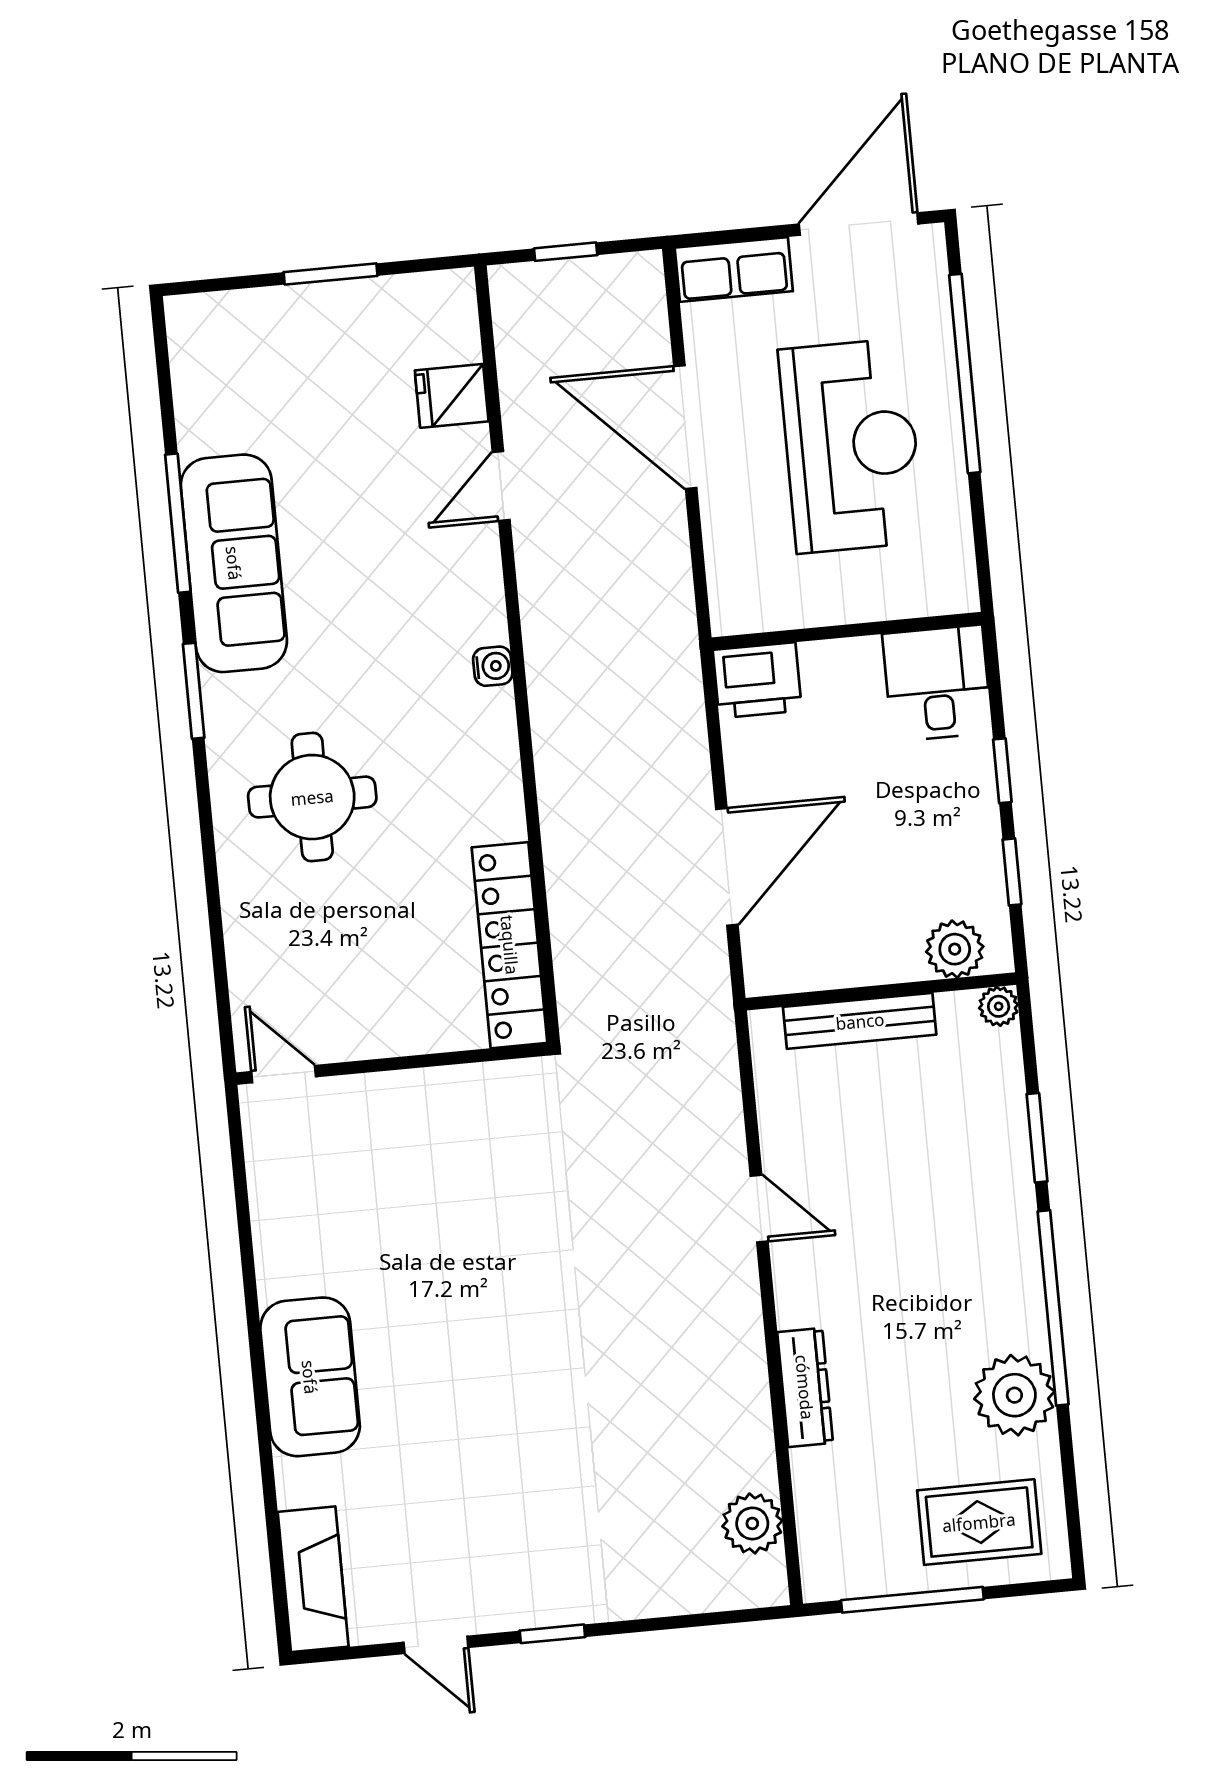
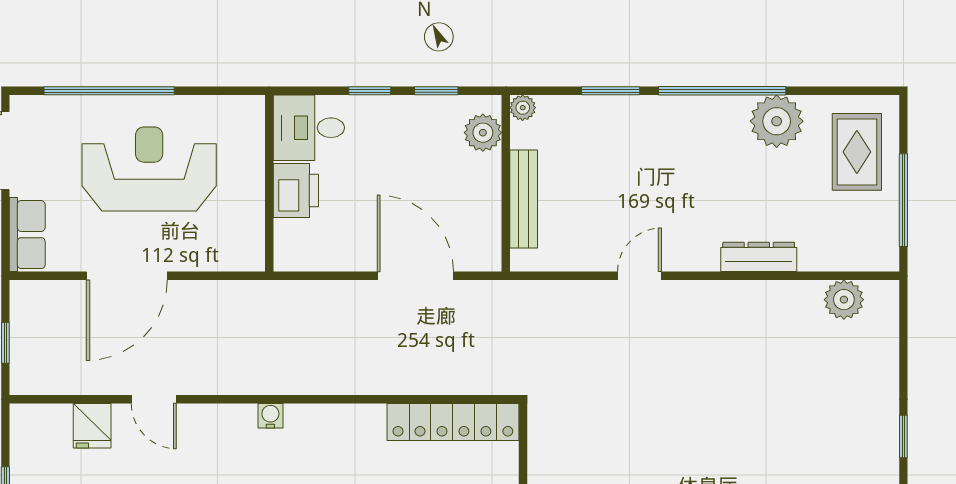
printer: (757, 680) -> (296, 191), moved

